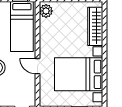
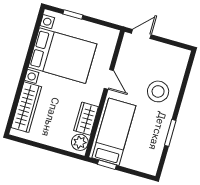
wardrobe: (46, 31) -> (86, 119), added

